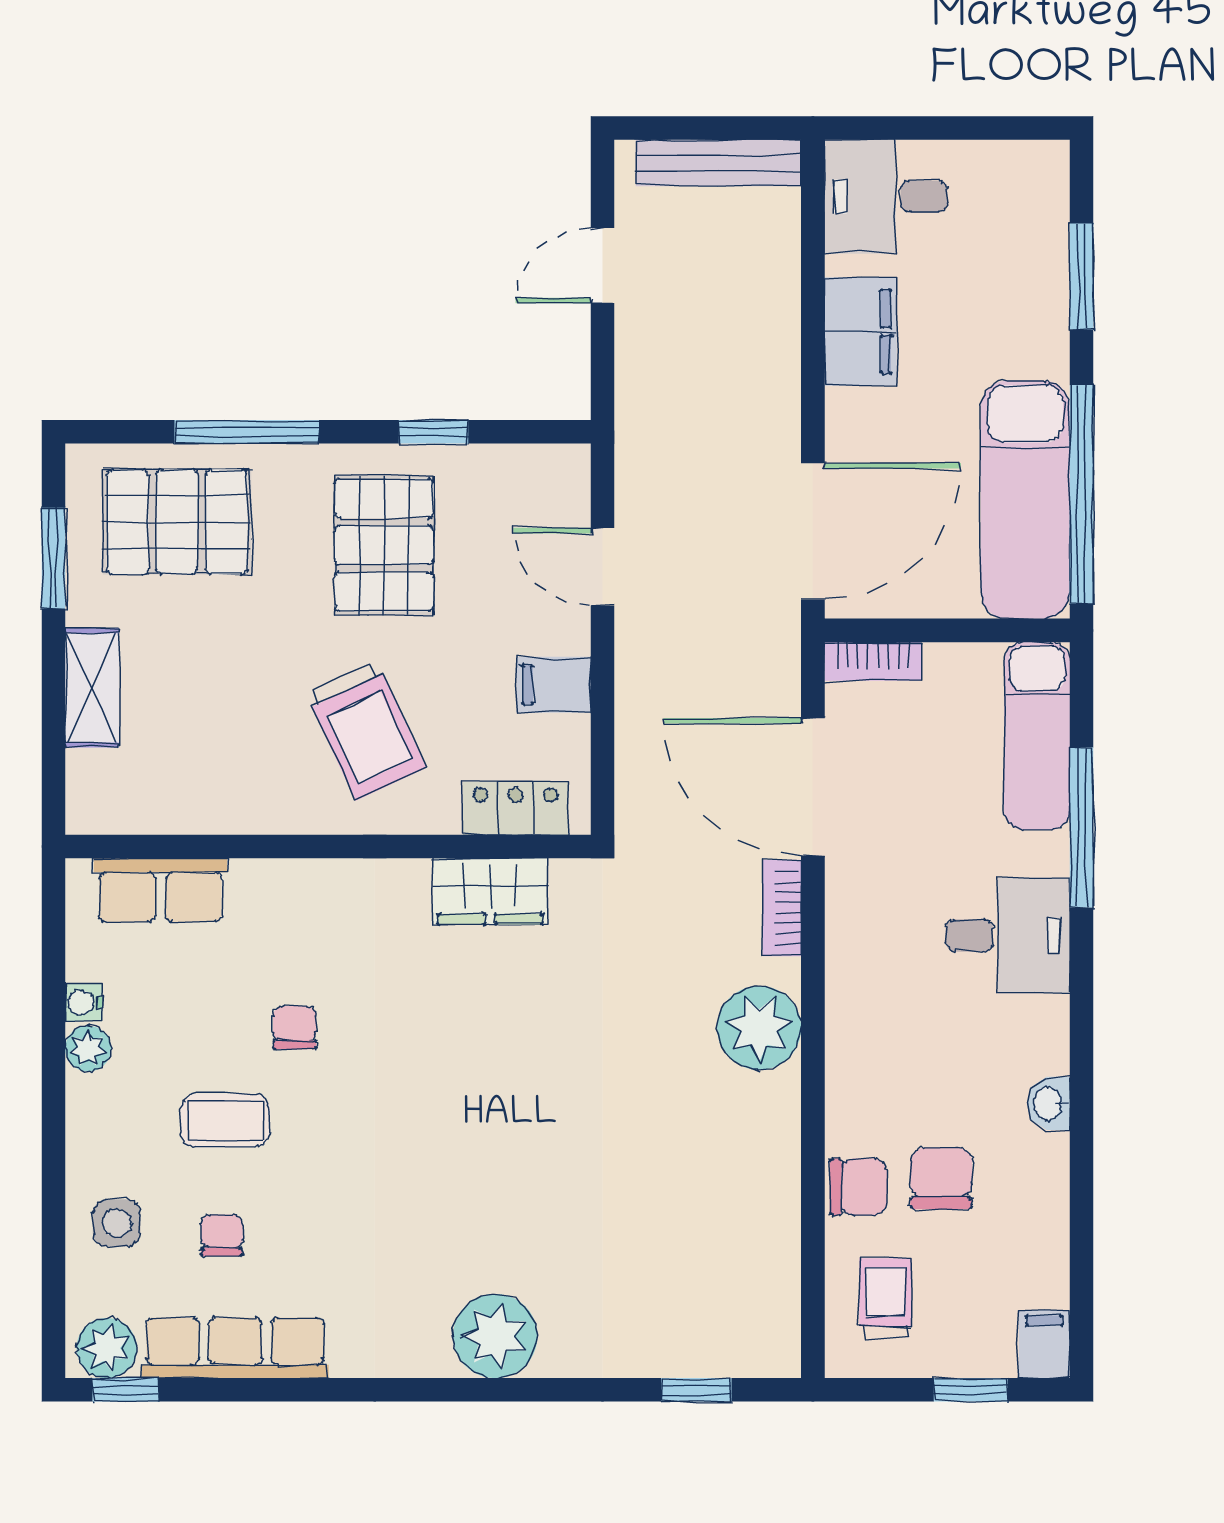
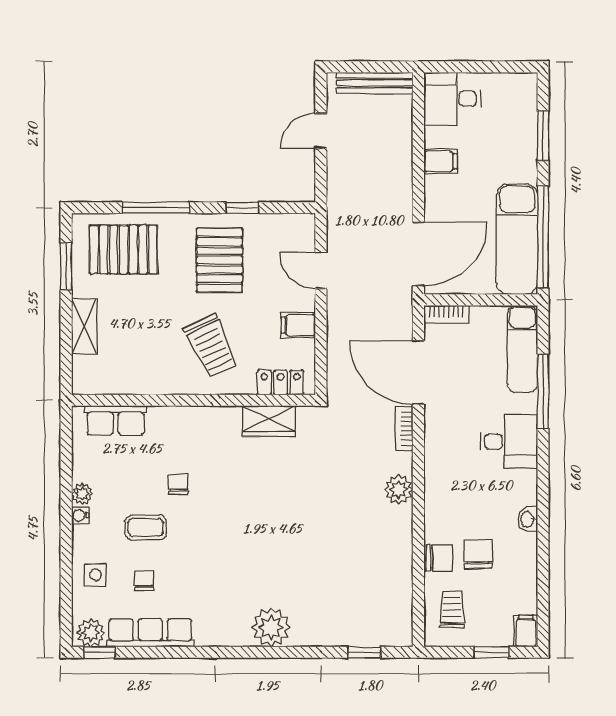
filing cabinet: (861, 331) -> (441, 161), width x0.50
water cooler: (84, 1003) -> (80, 515), moved
plant: (759, 1028) -> (399, 490), width x0.73, depth x0.73

